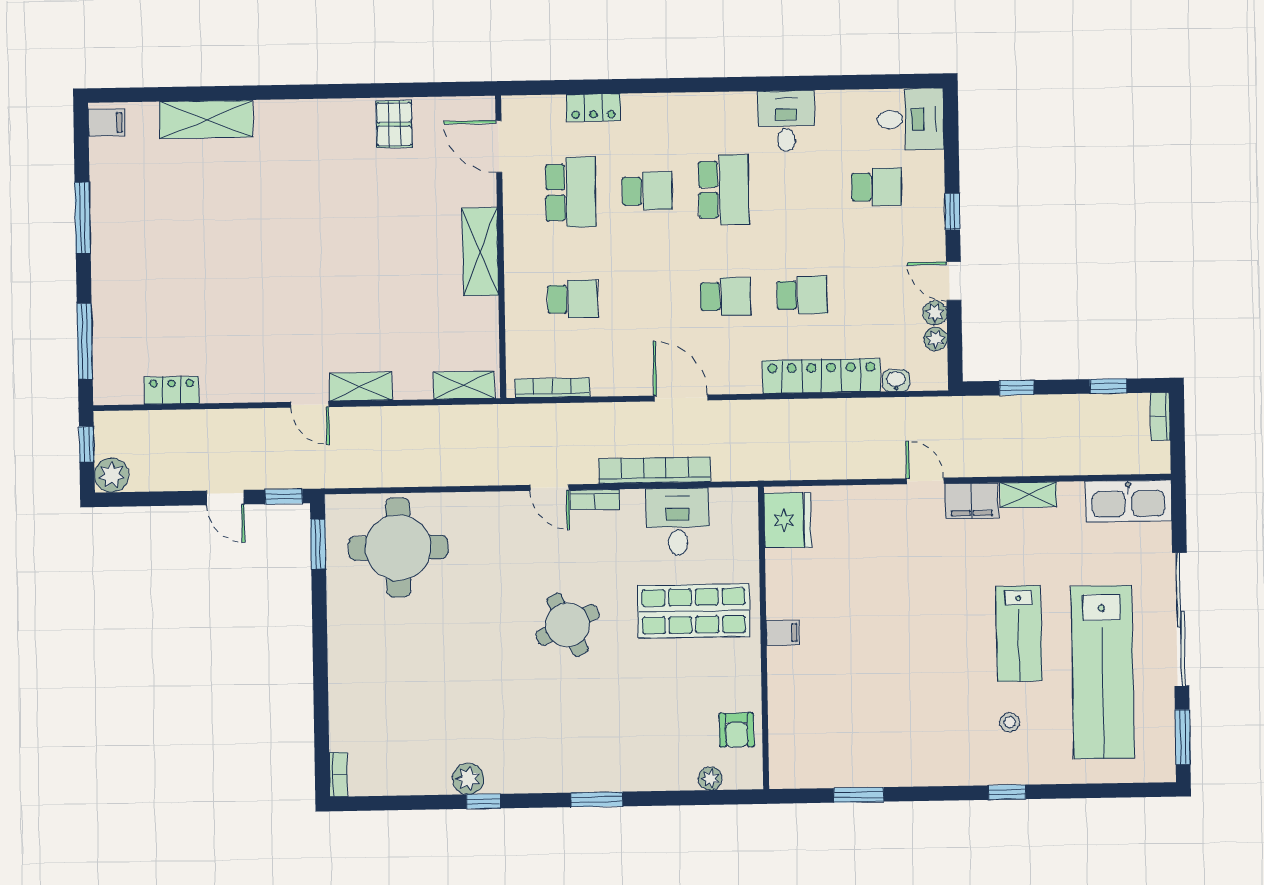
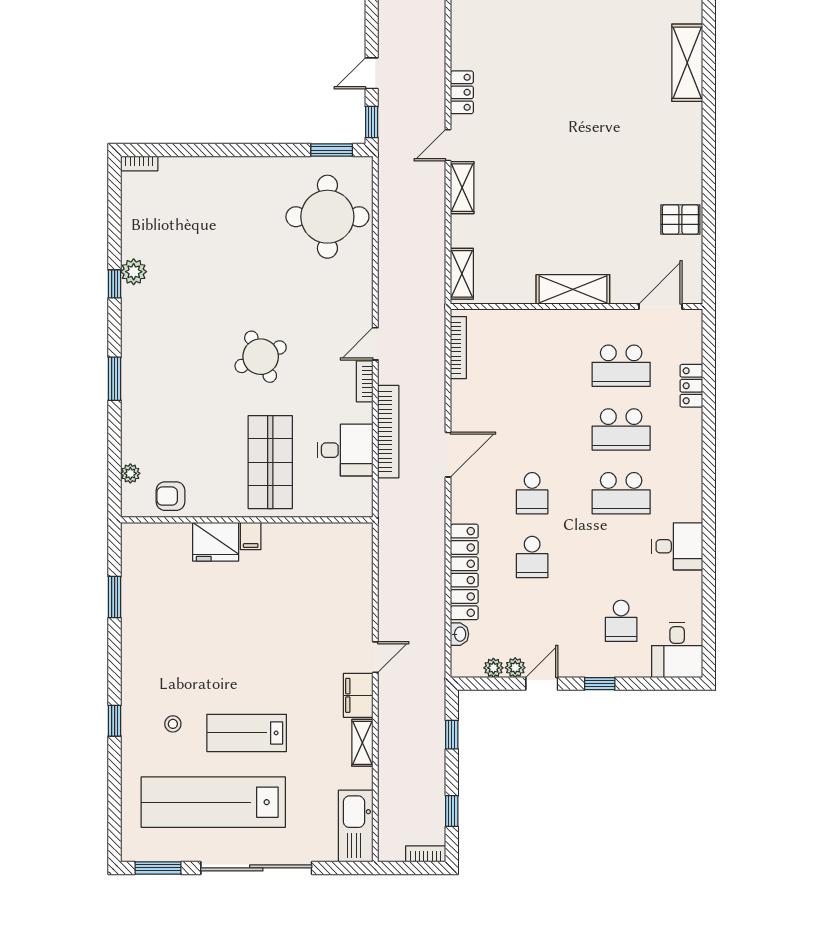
school desk: (647, 191) -> (621, 429), width x1.85
school desk: (573, 299) -> (532, 366), removed
locker: (172, 390) -> (462, 92), moved
fridge: (788, 520) -> (216, 542), moved

